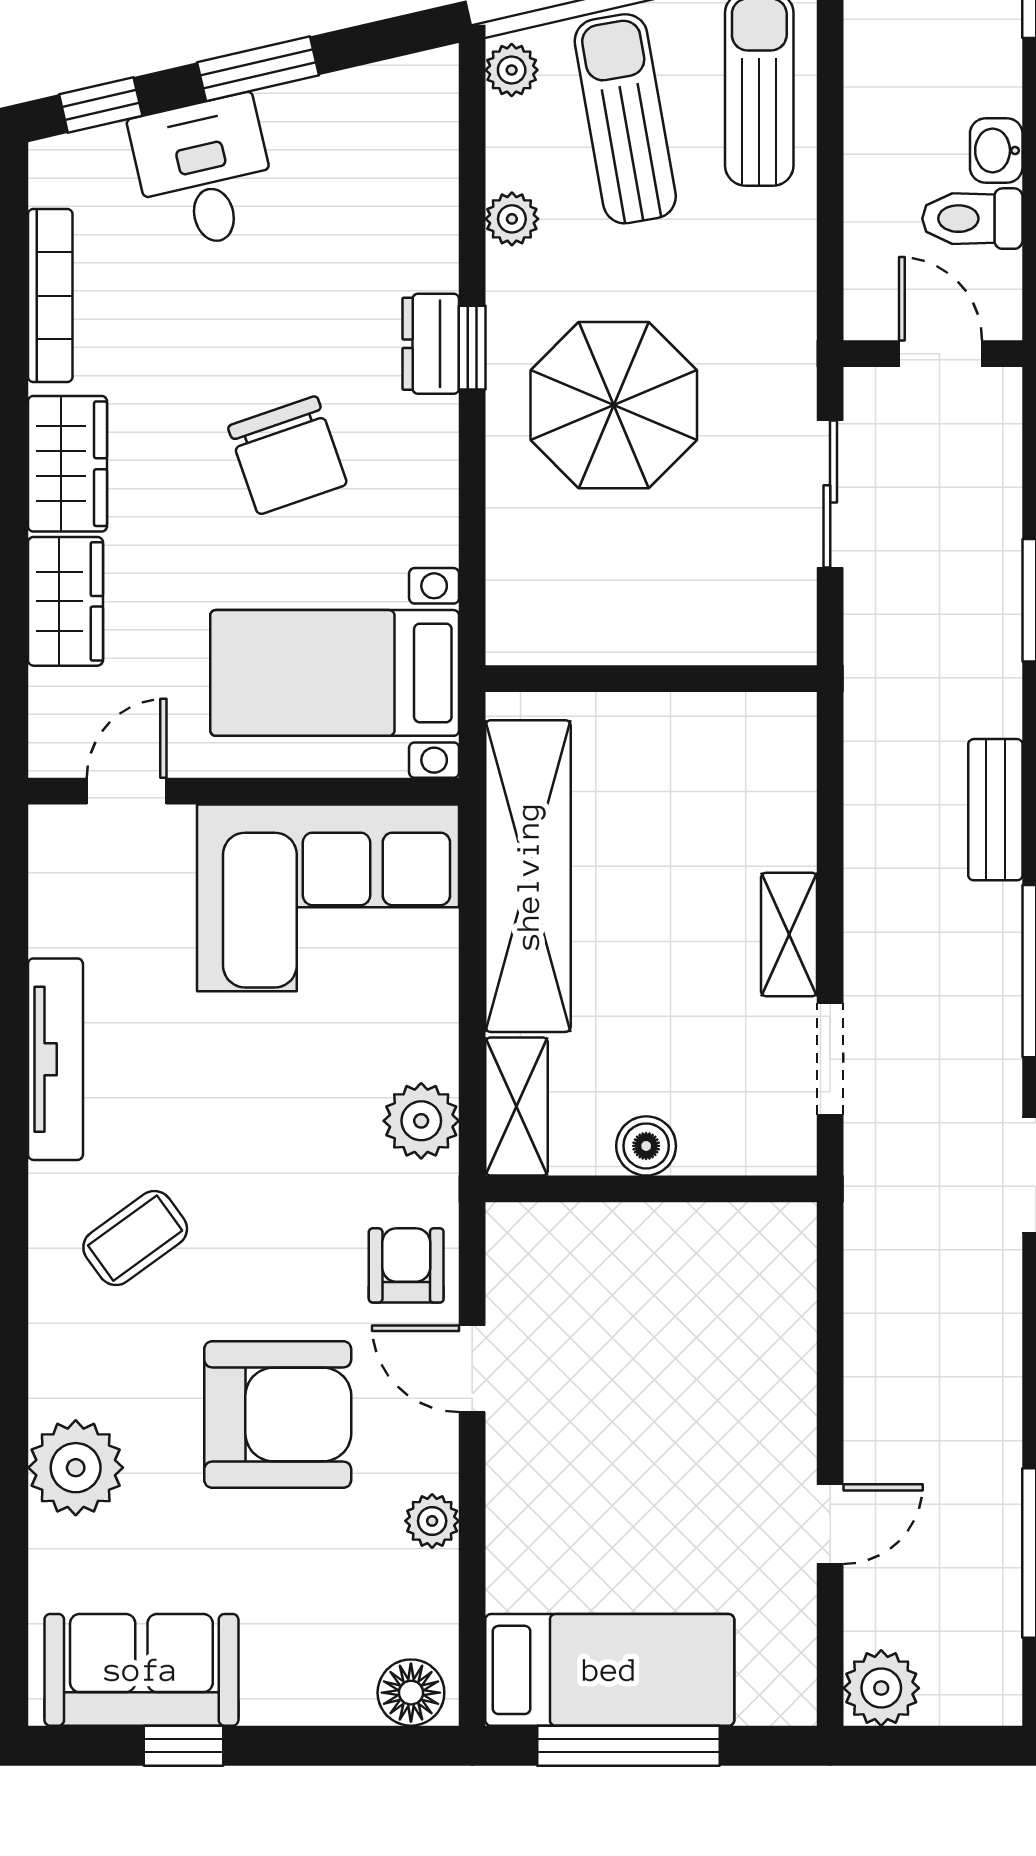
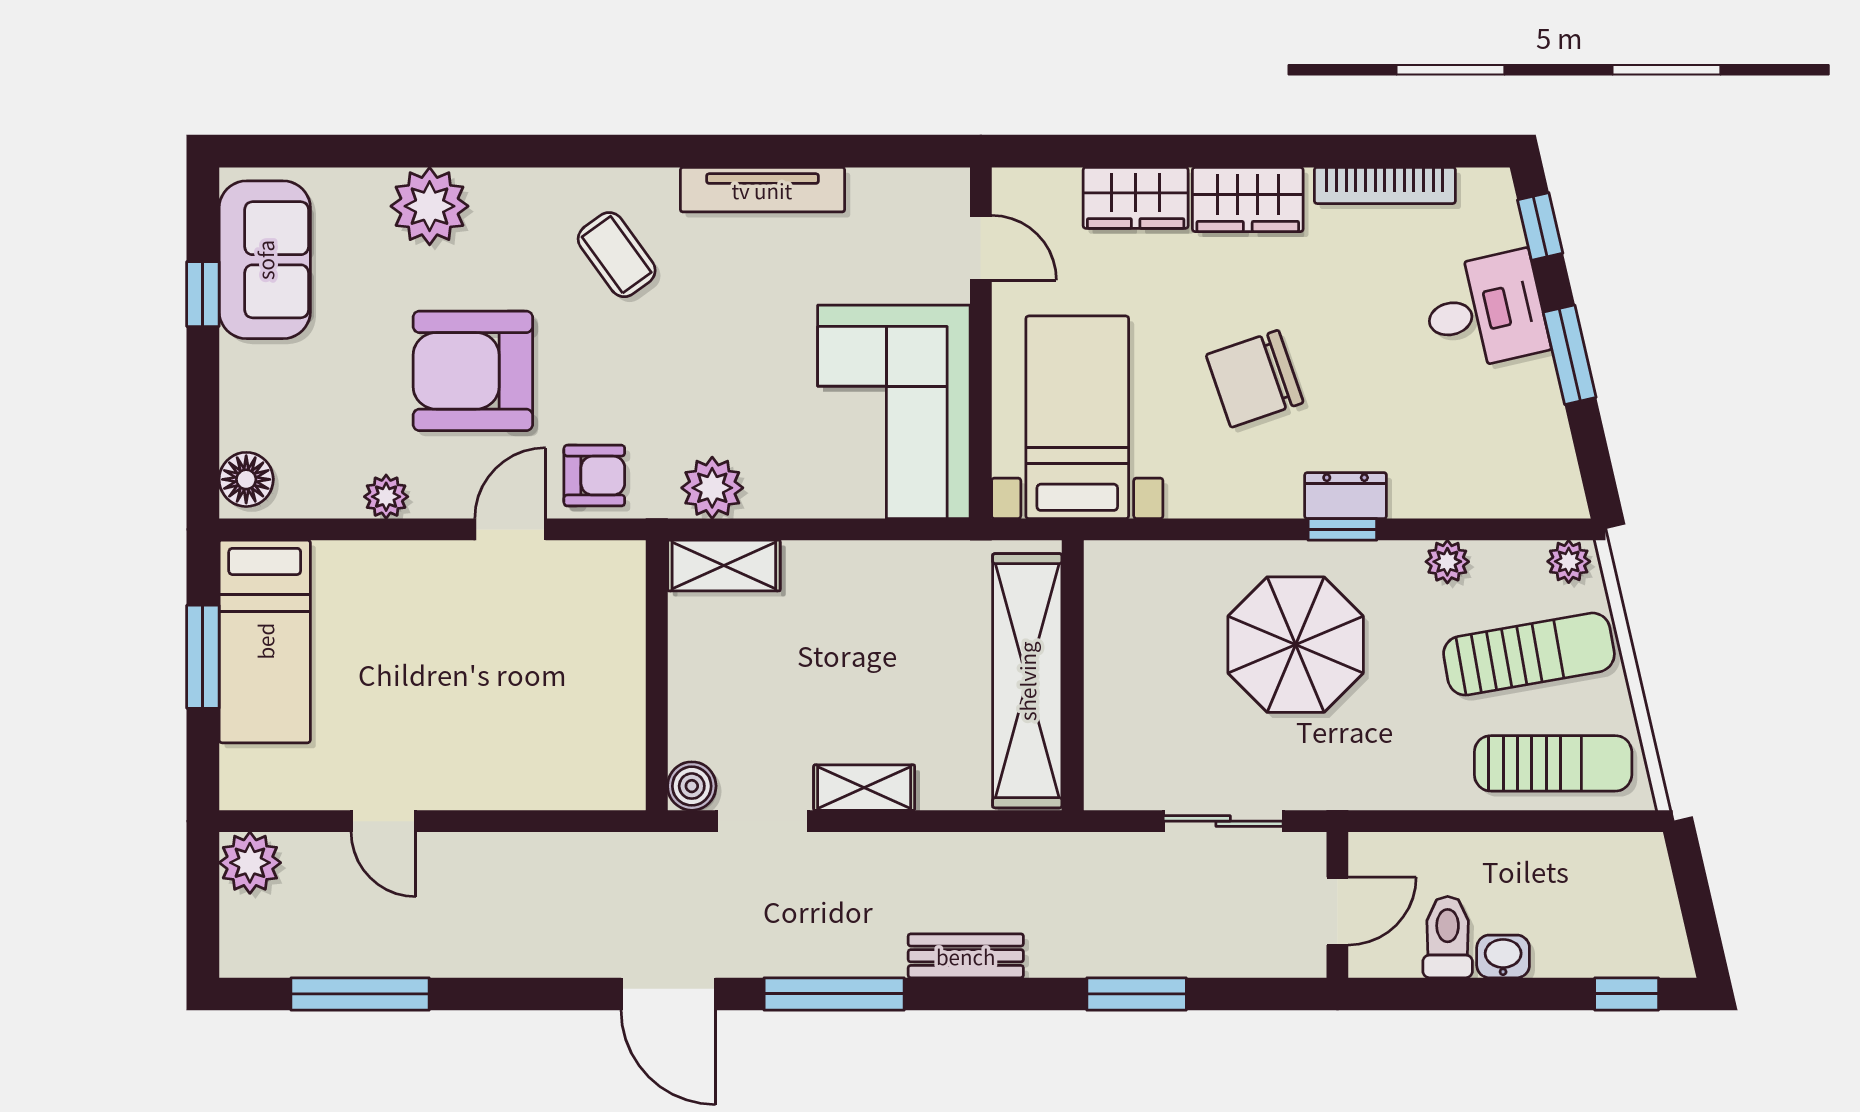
shelving: (528, 876) -> (1027, 681), moved, turned 90
boiler: (646, 1146) -> (692, 786), moved
armchair: (278, 1414) -> (473, 371), turned 90
window: (629, 1746) -> (203, 657), width x0.69

